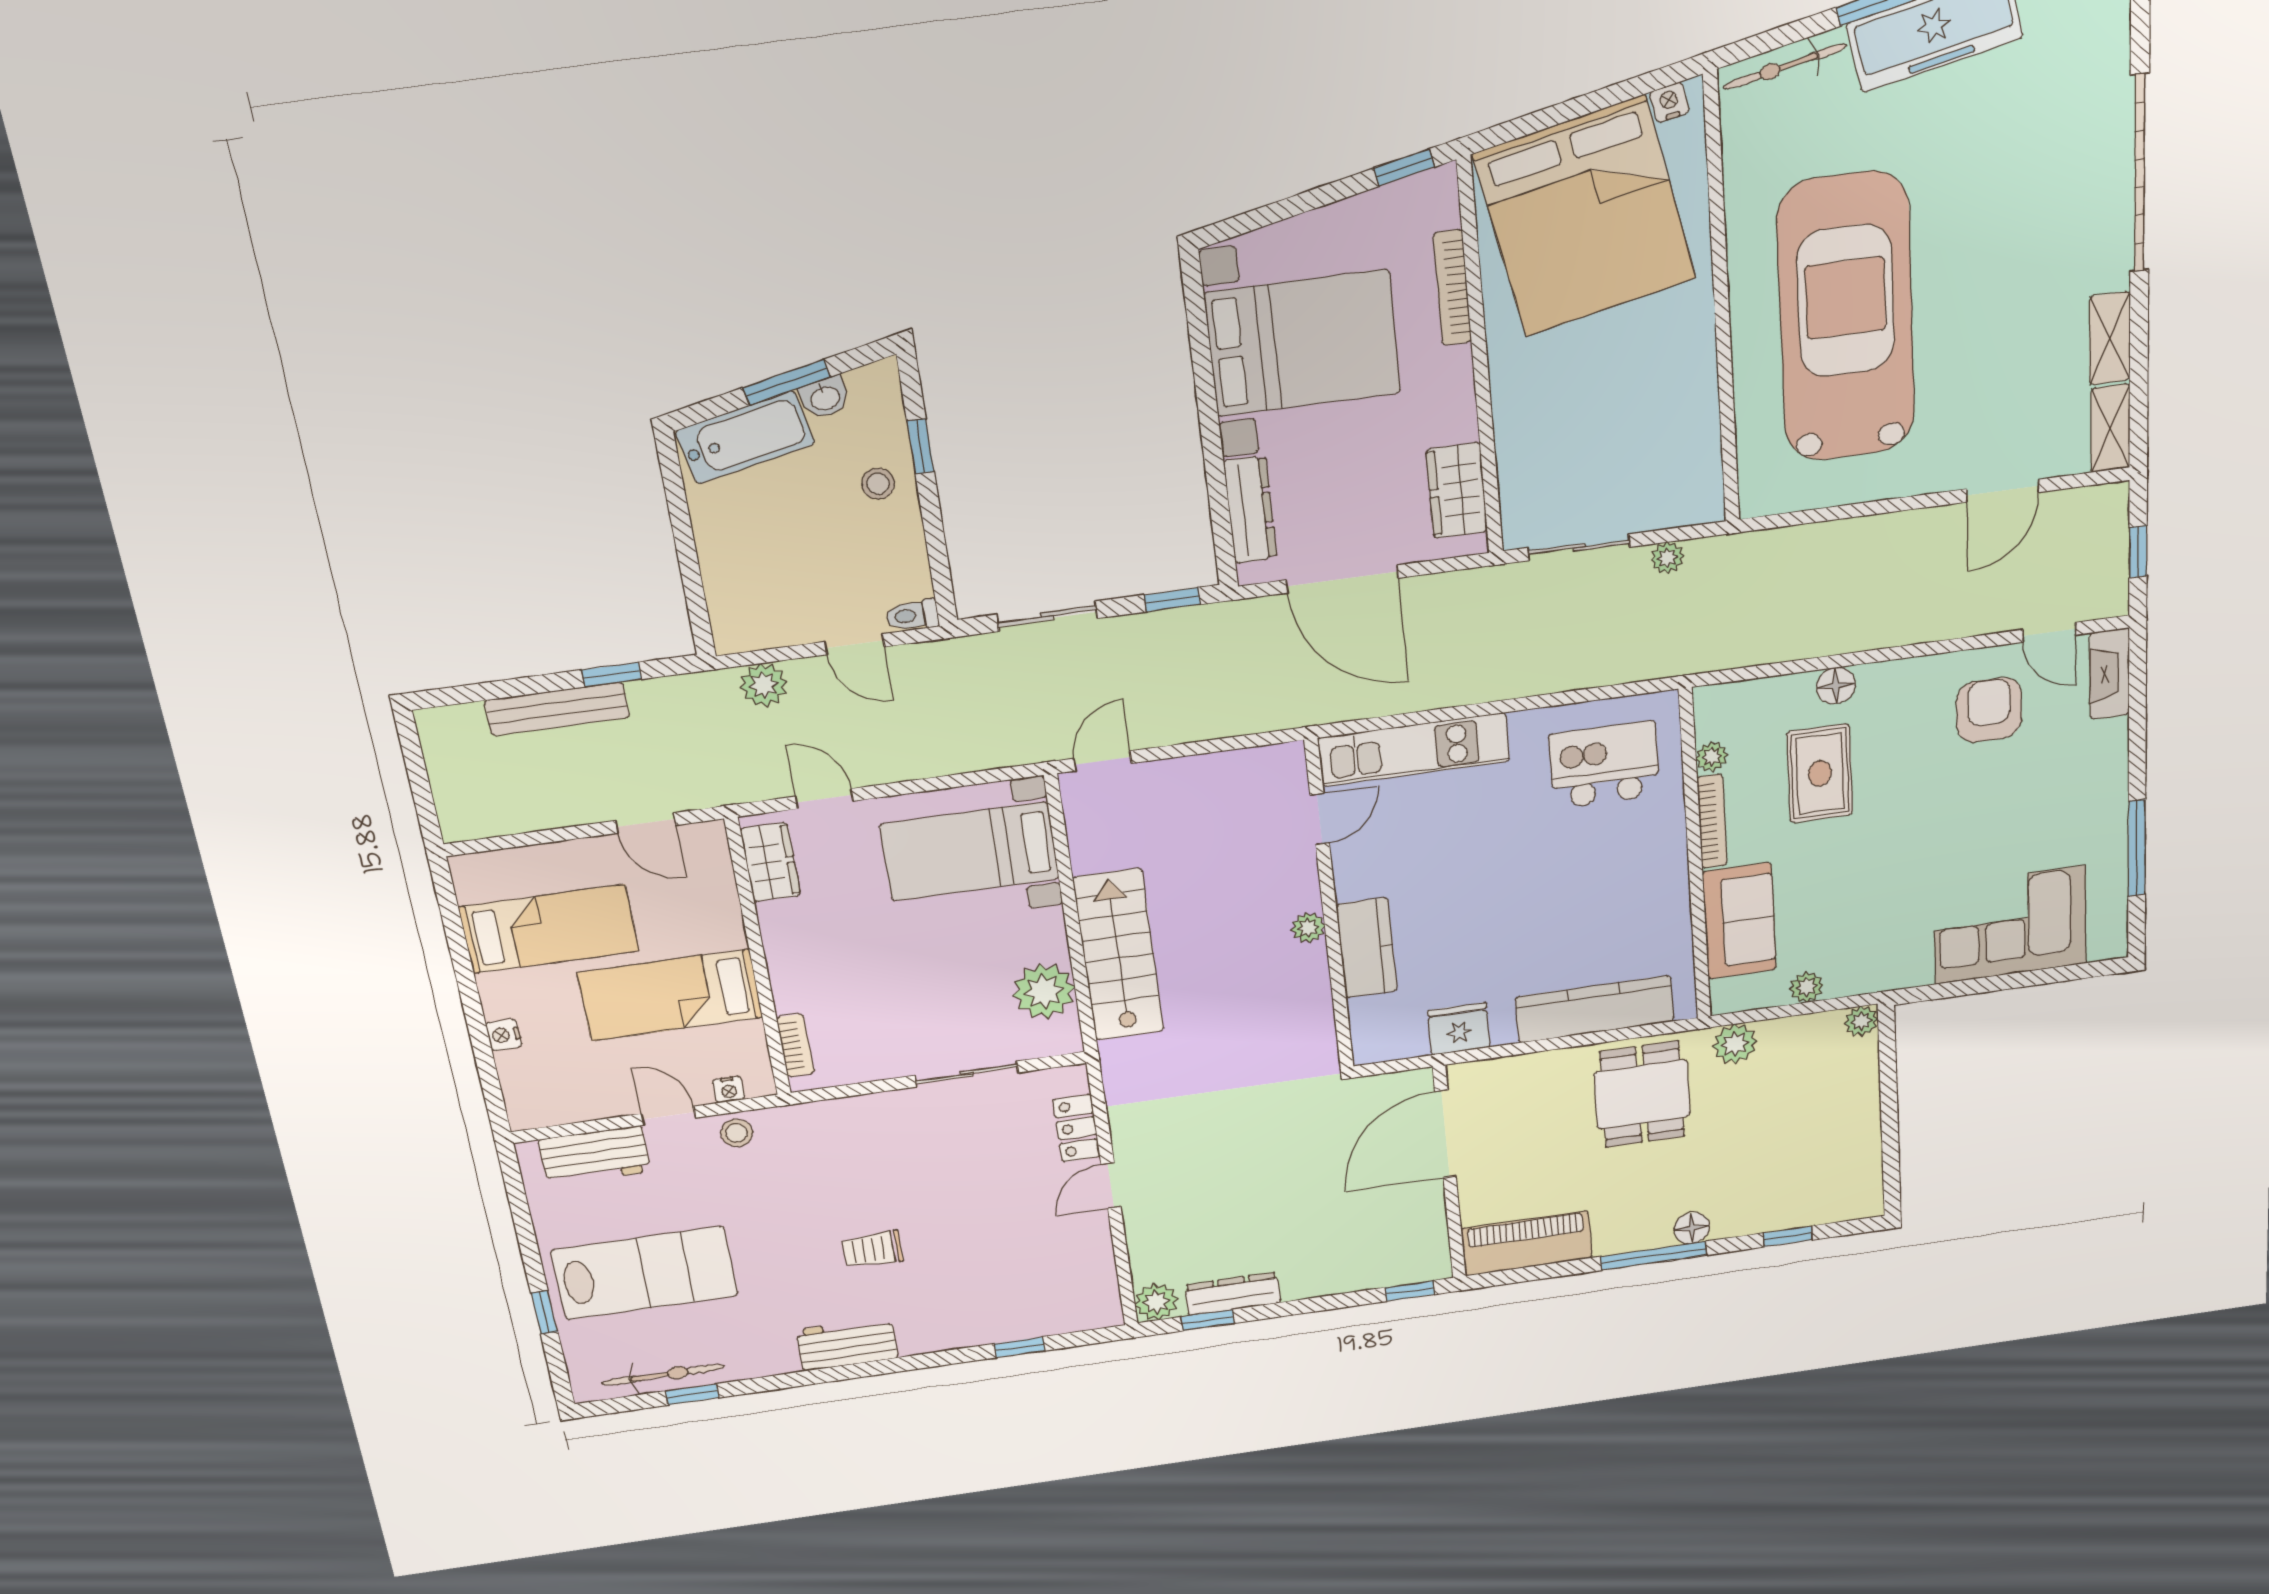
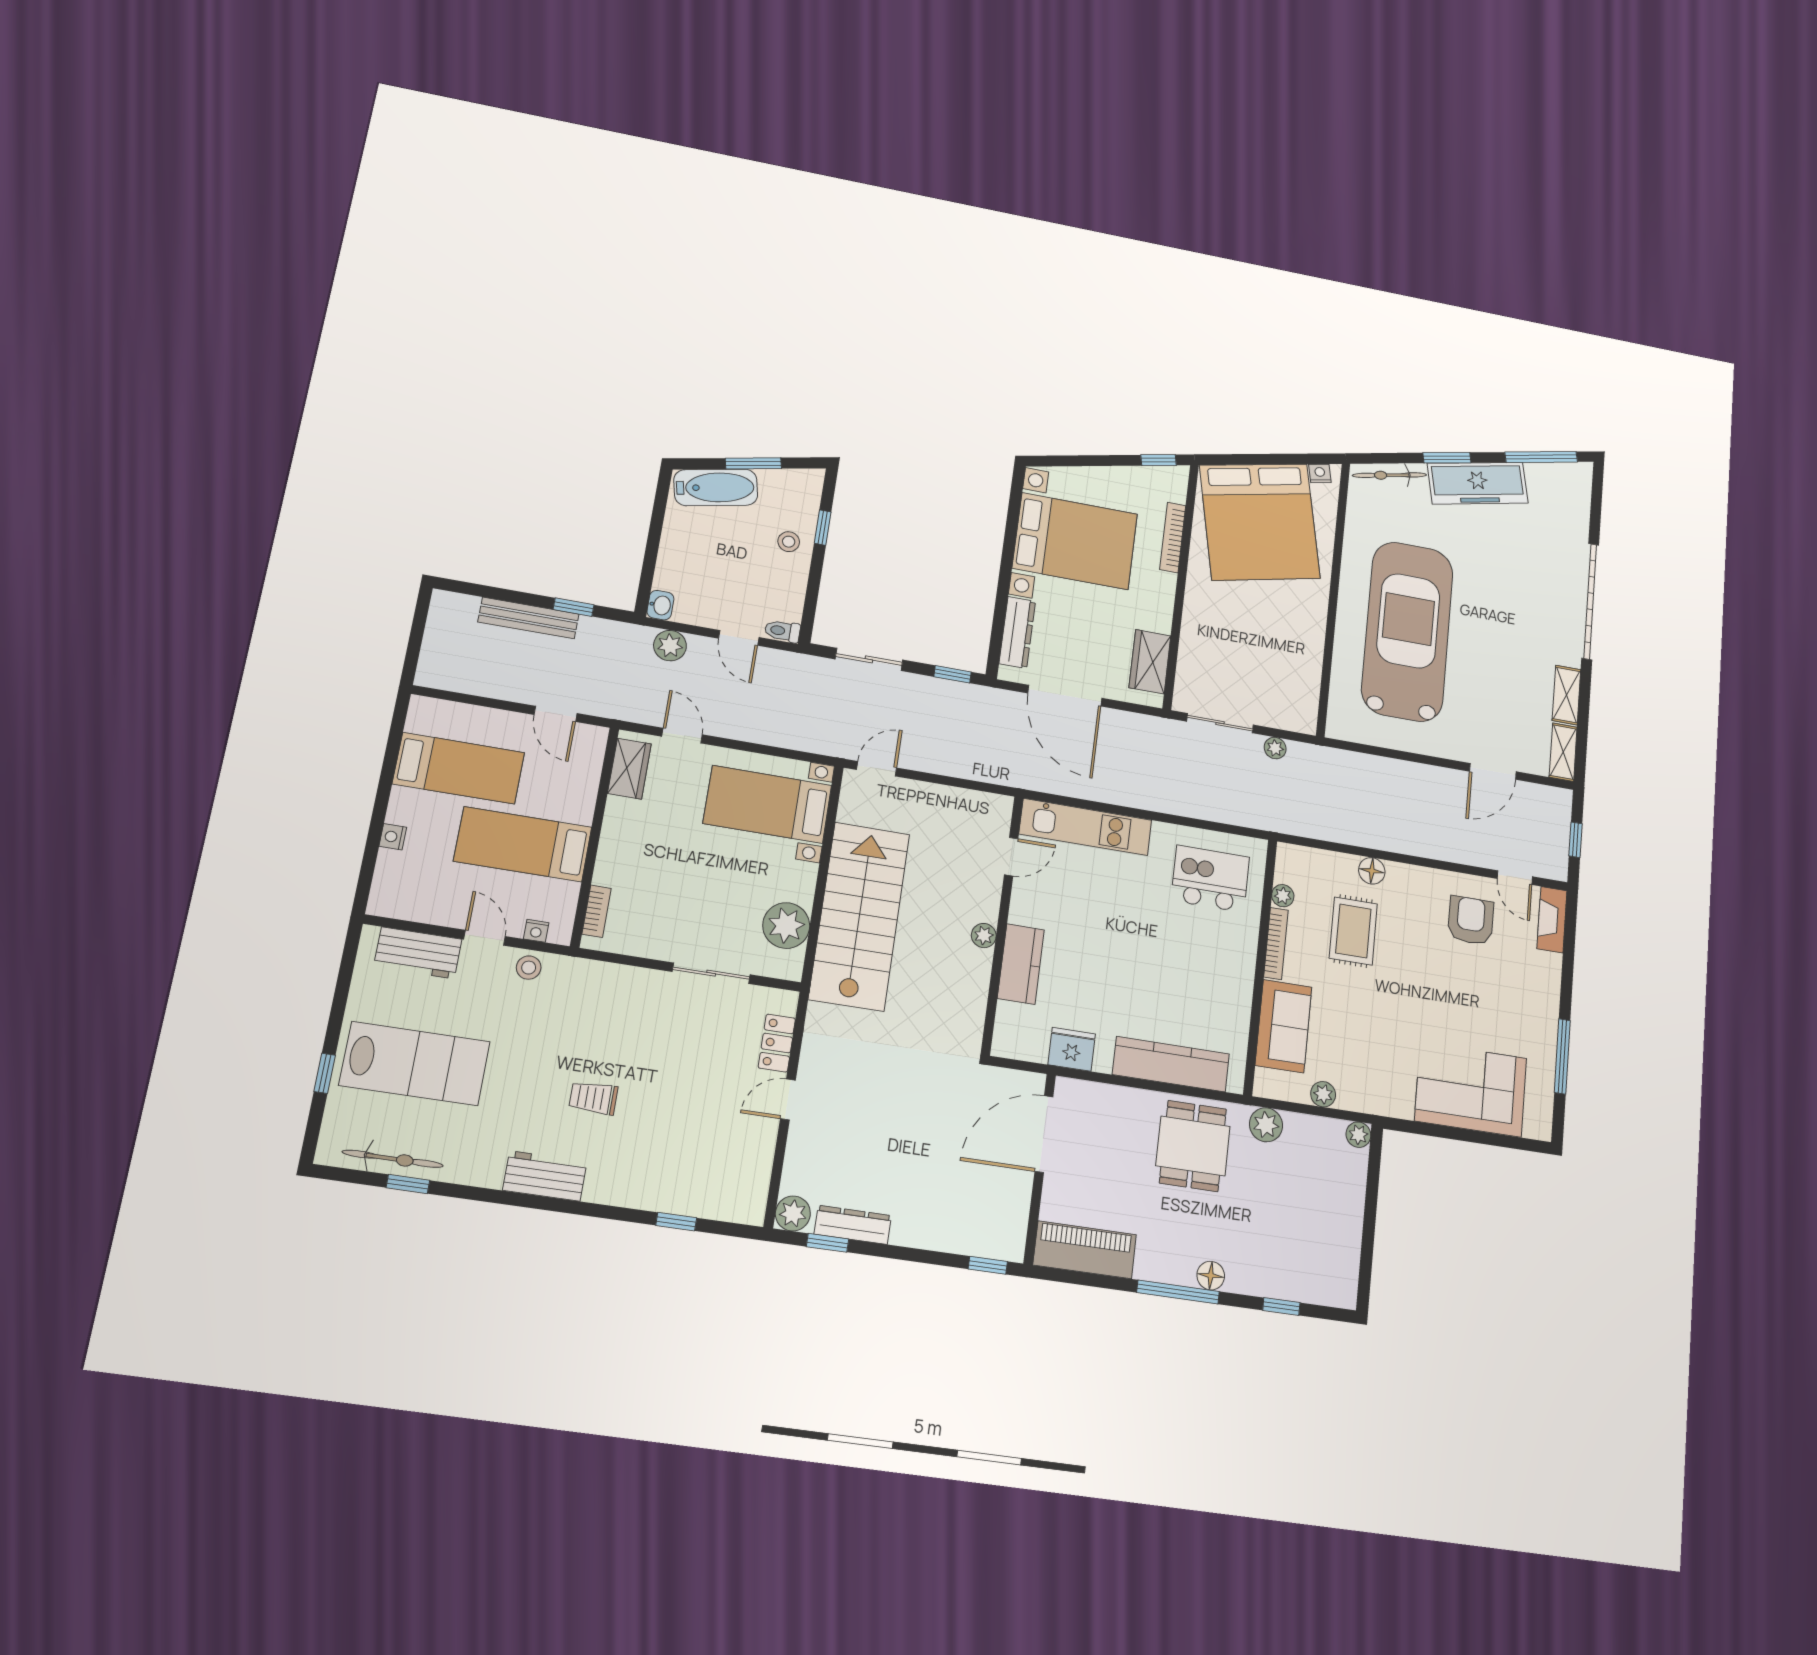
washbasin: (825, 398) -> (660, 605), moved, turned -78
stairs: (1119, 955) -> (859, 916), width x1.36, depth x1.51

